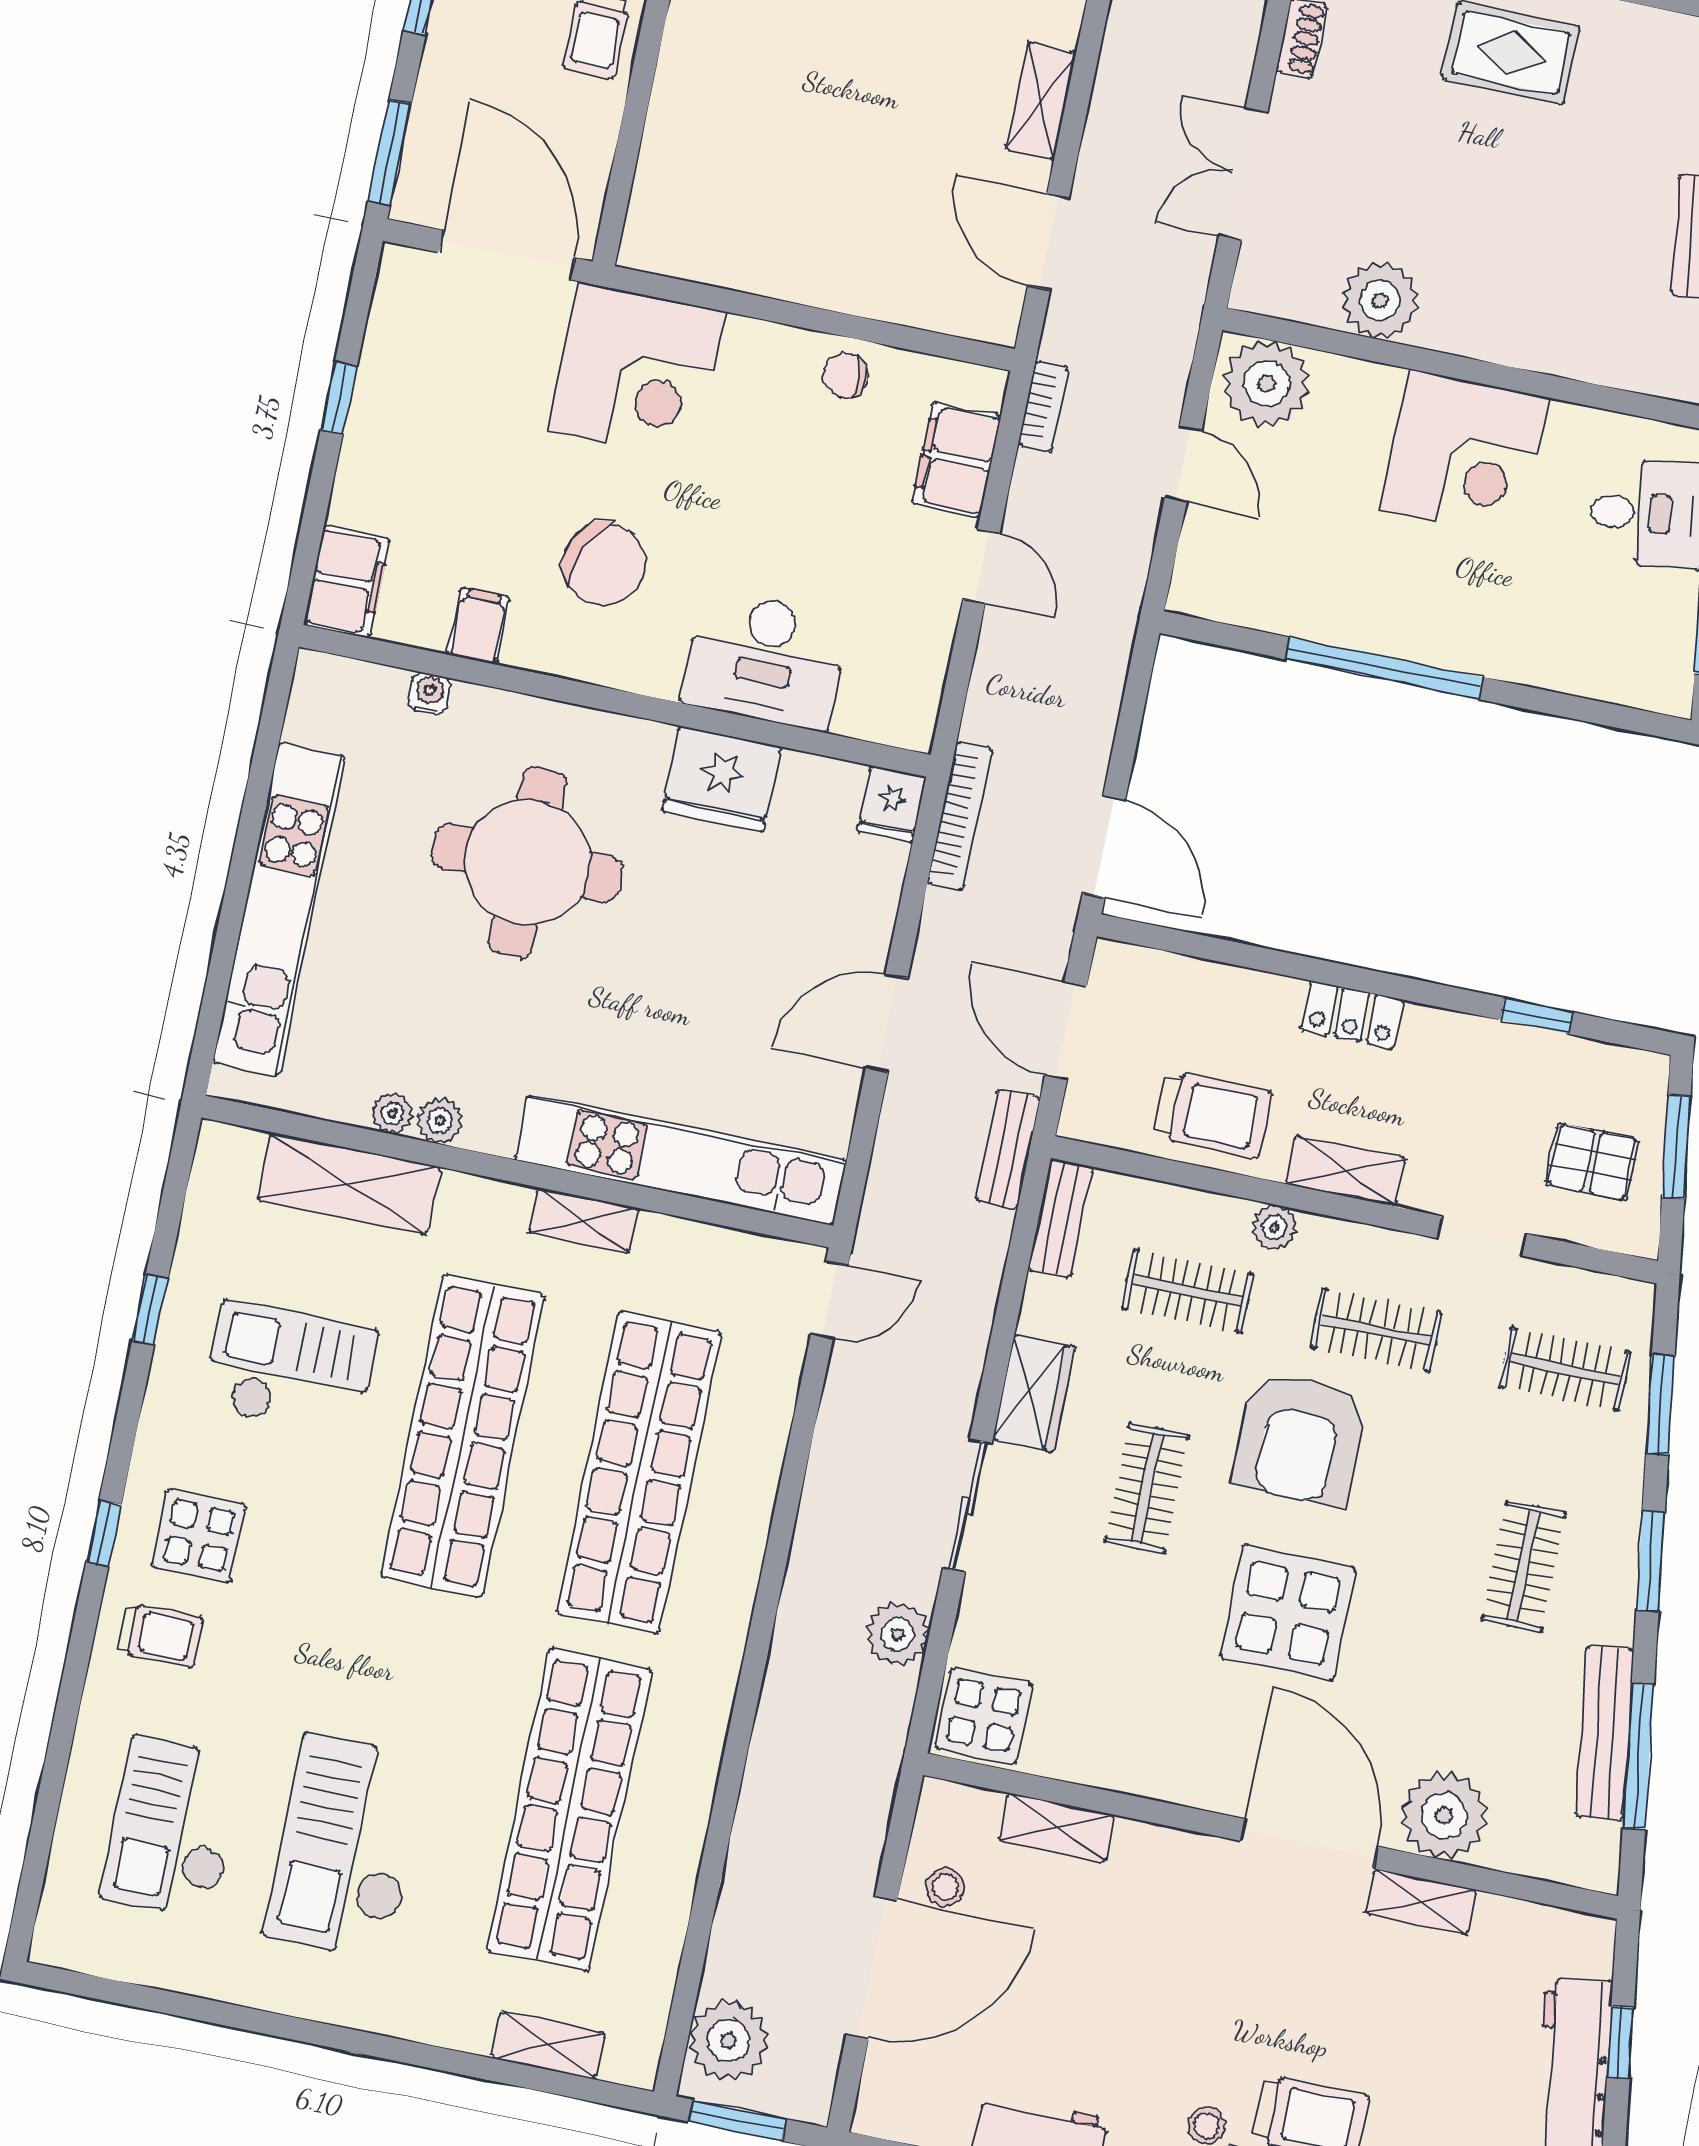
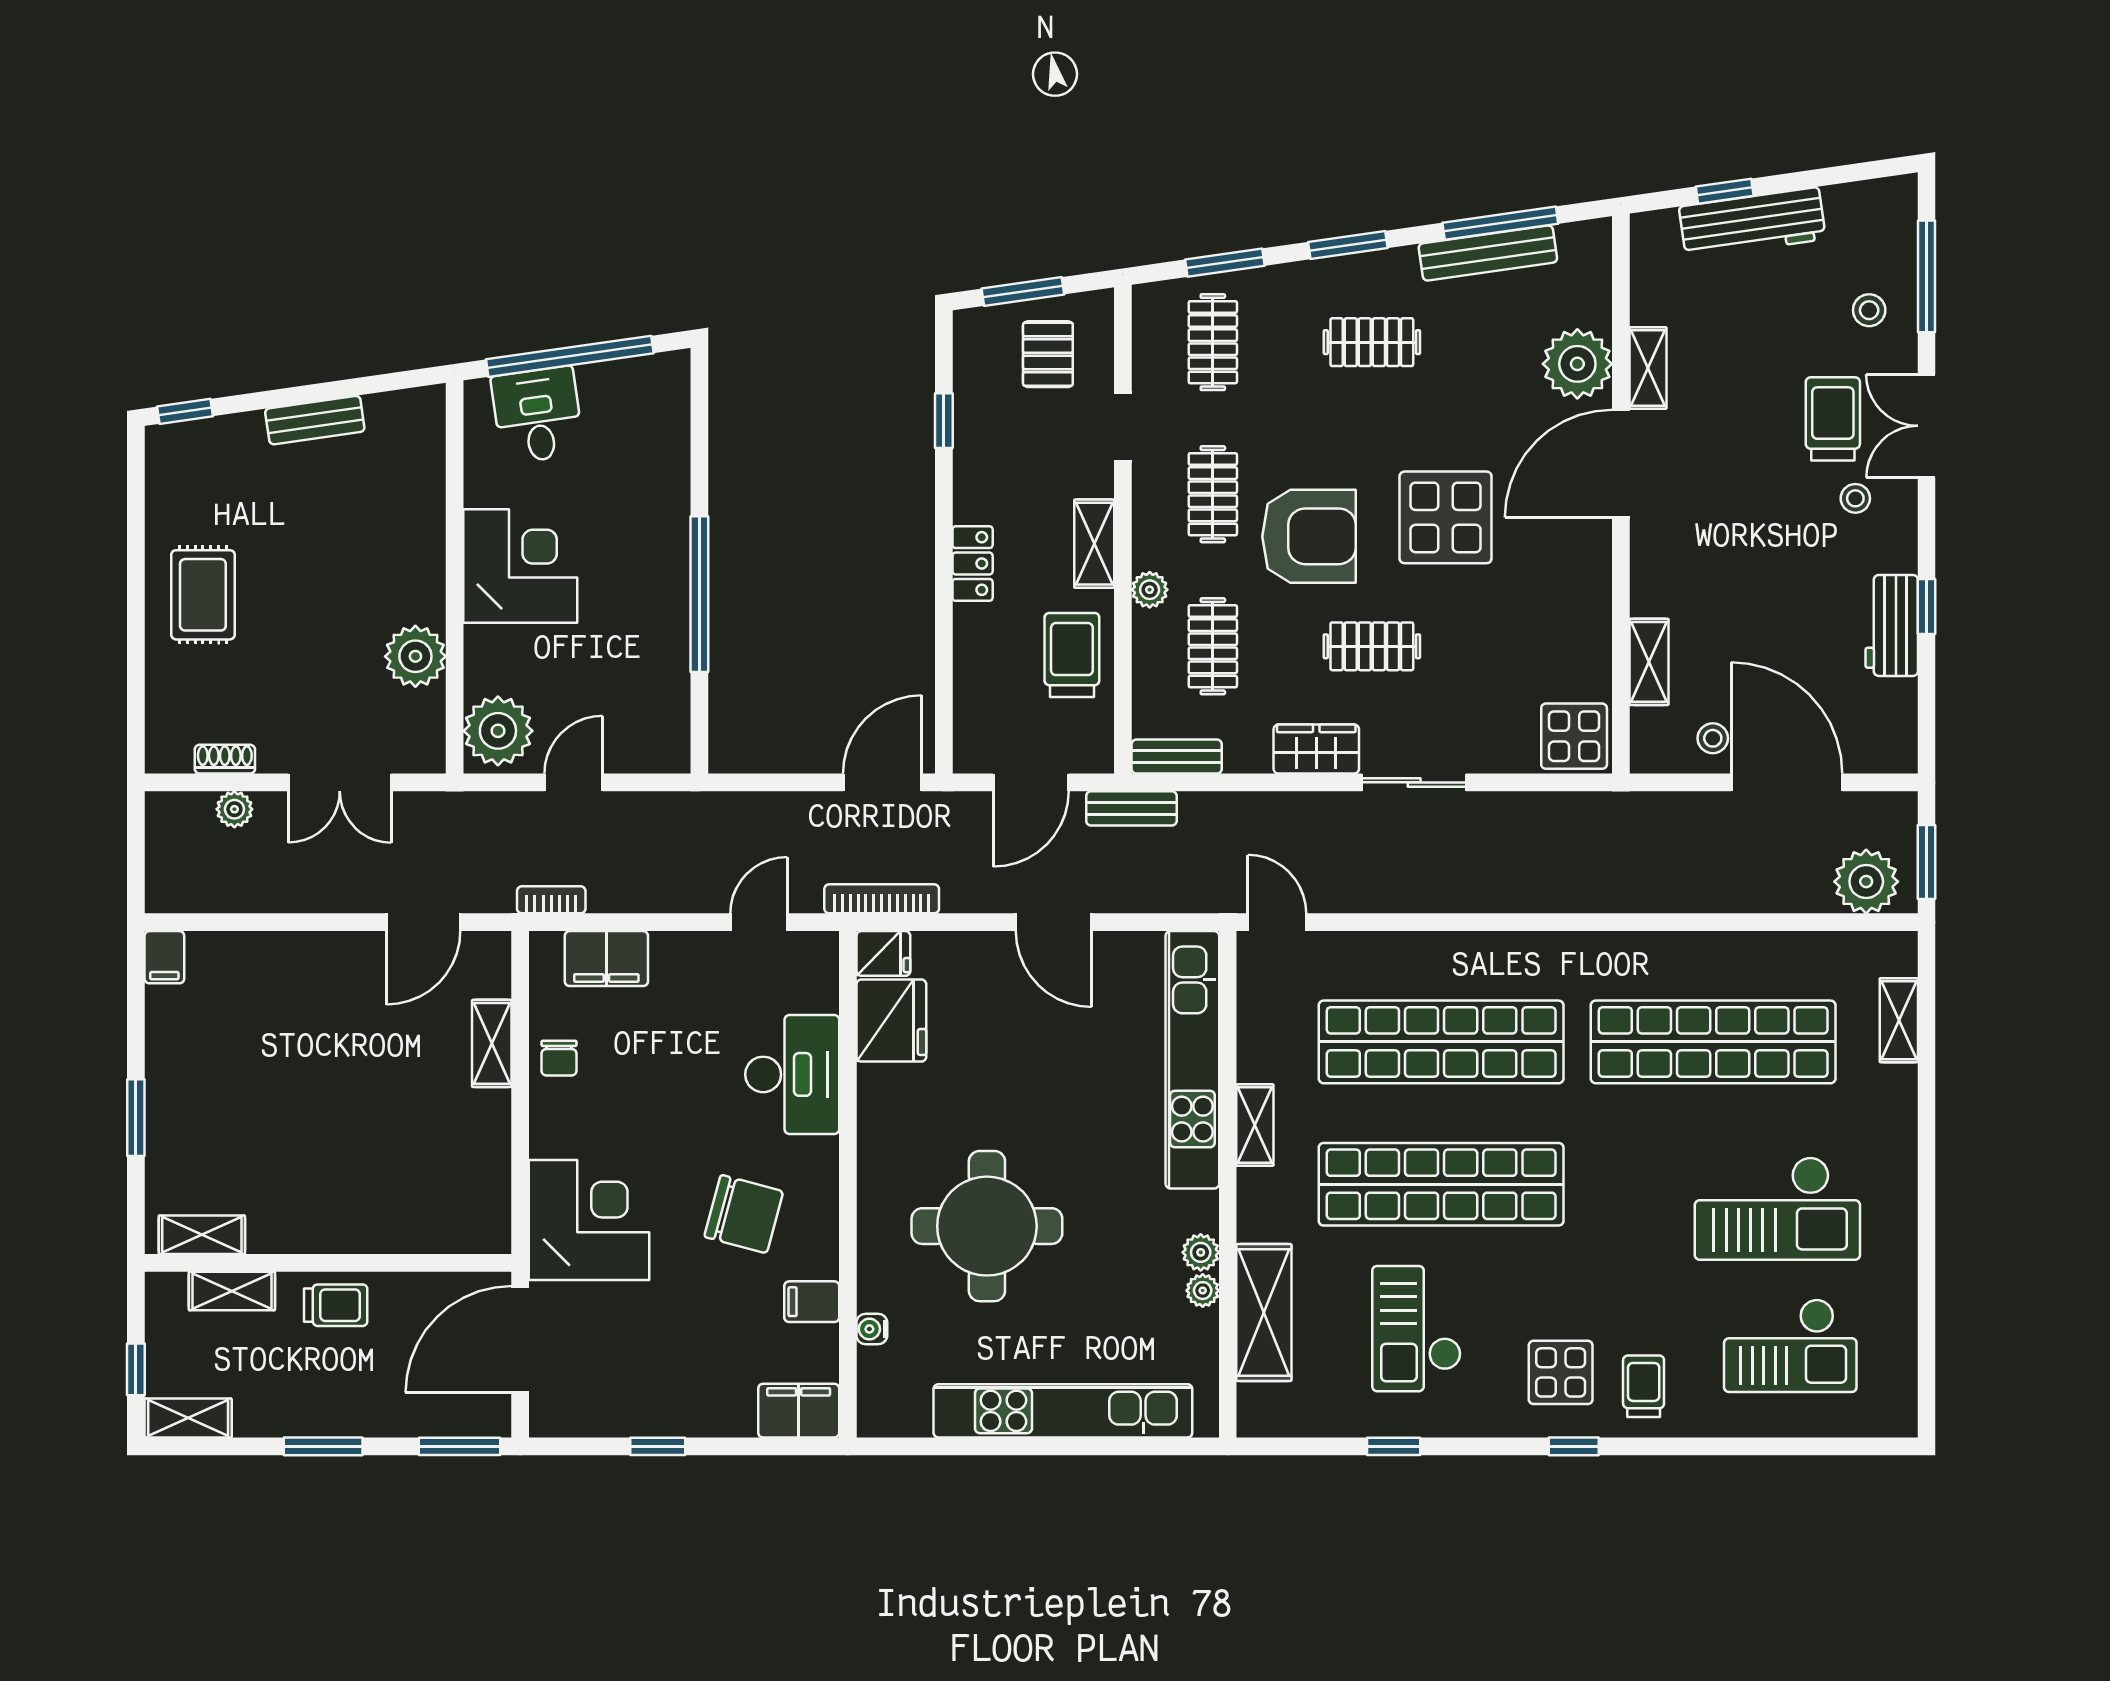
shelving: (1041, 101) -> (492, 1043), moved, turned 90
chair: (605, 564) -> (744, 1214), turned 80
door: (981, 566) -> (759, 922), moved
fridge: (721, 779) -> (891, 1021), moved
plant: (897, 1634) -> (234, 809), moved, width x0.73, depth x0.73

